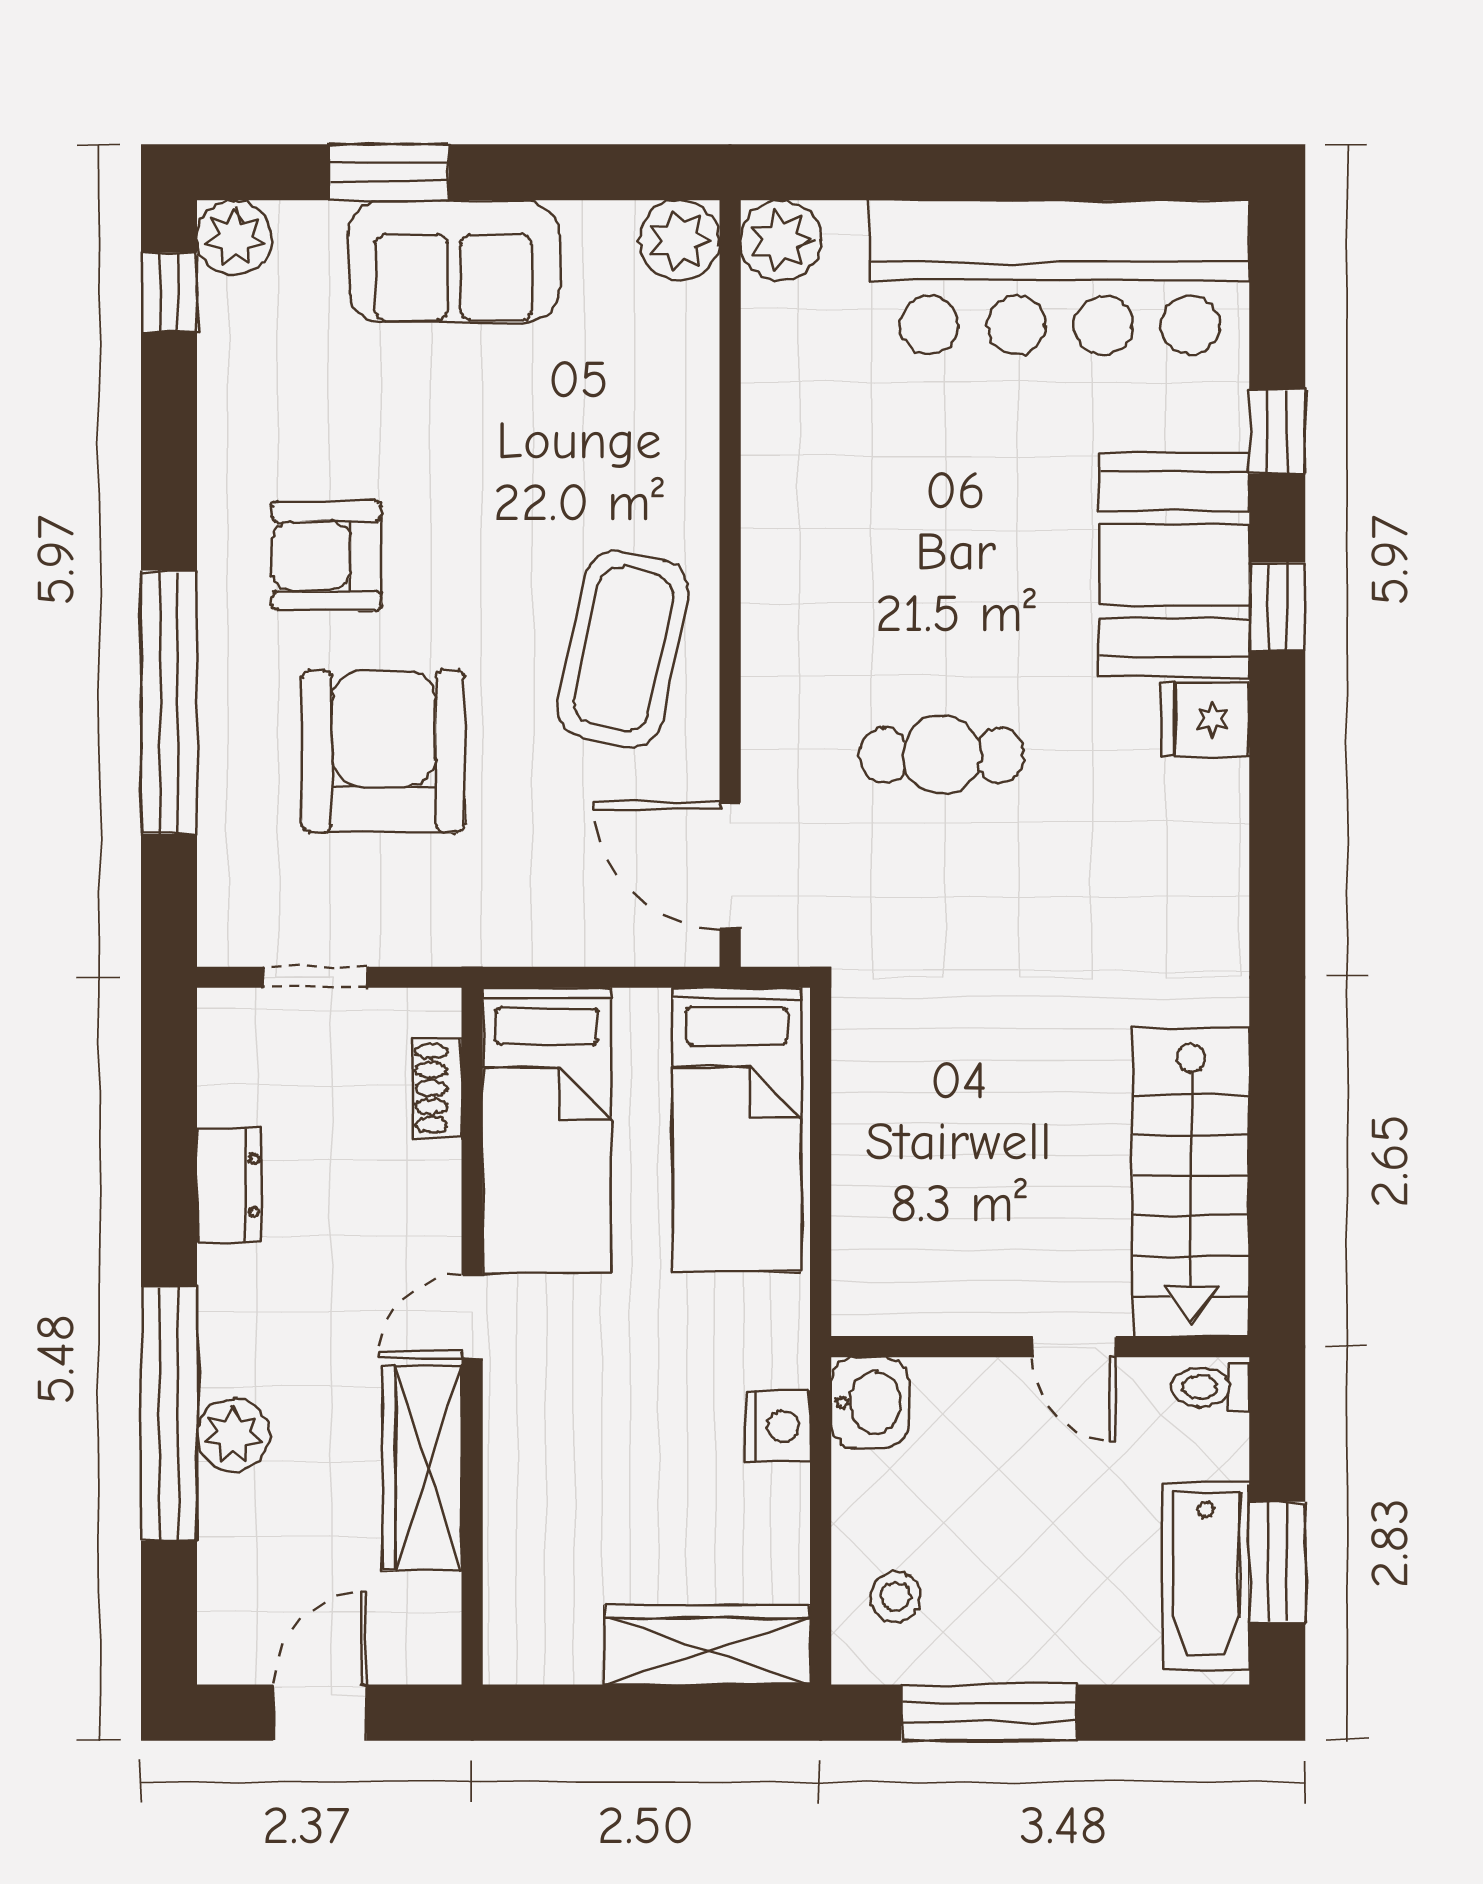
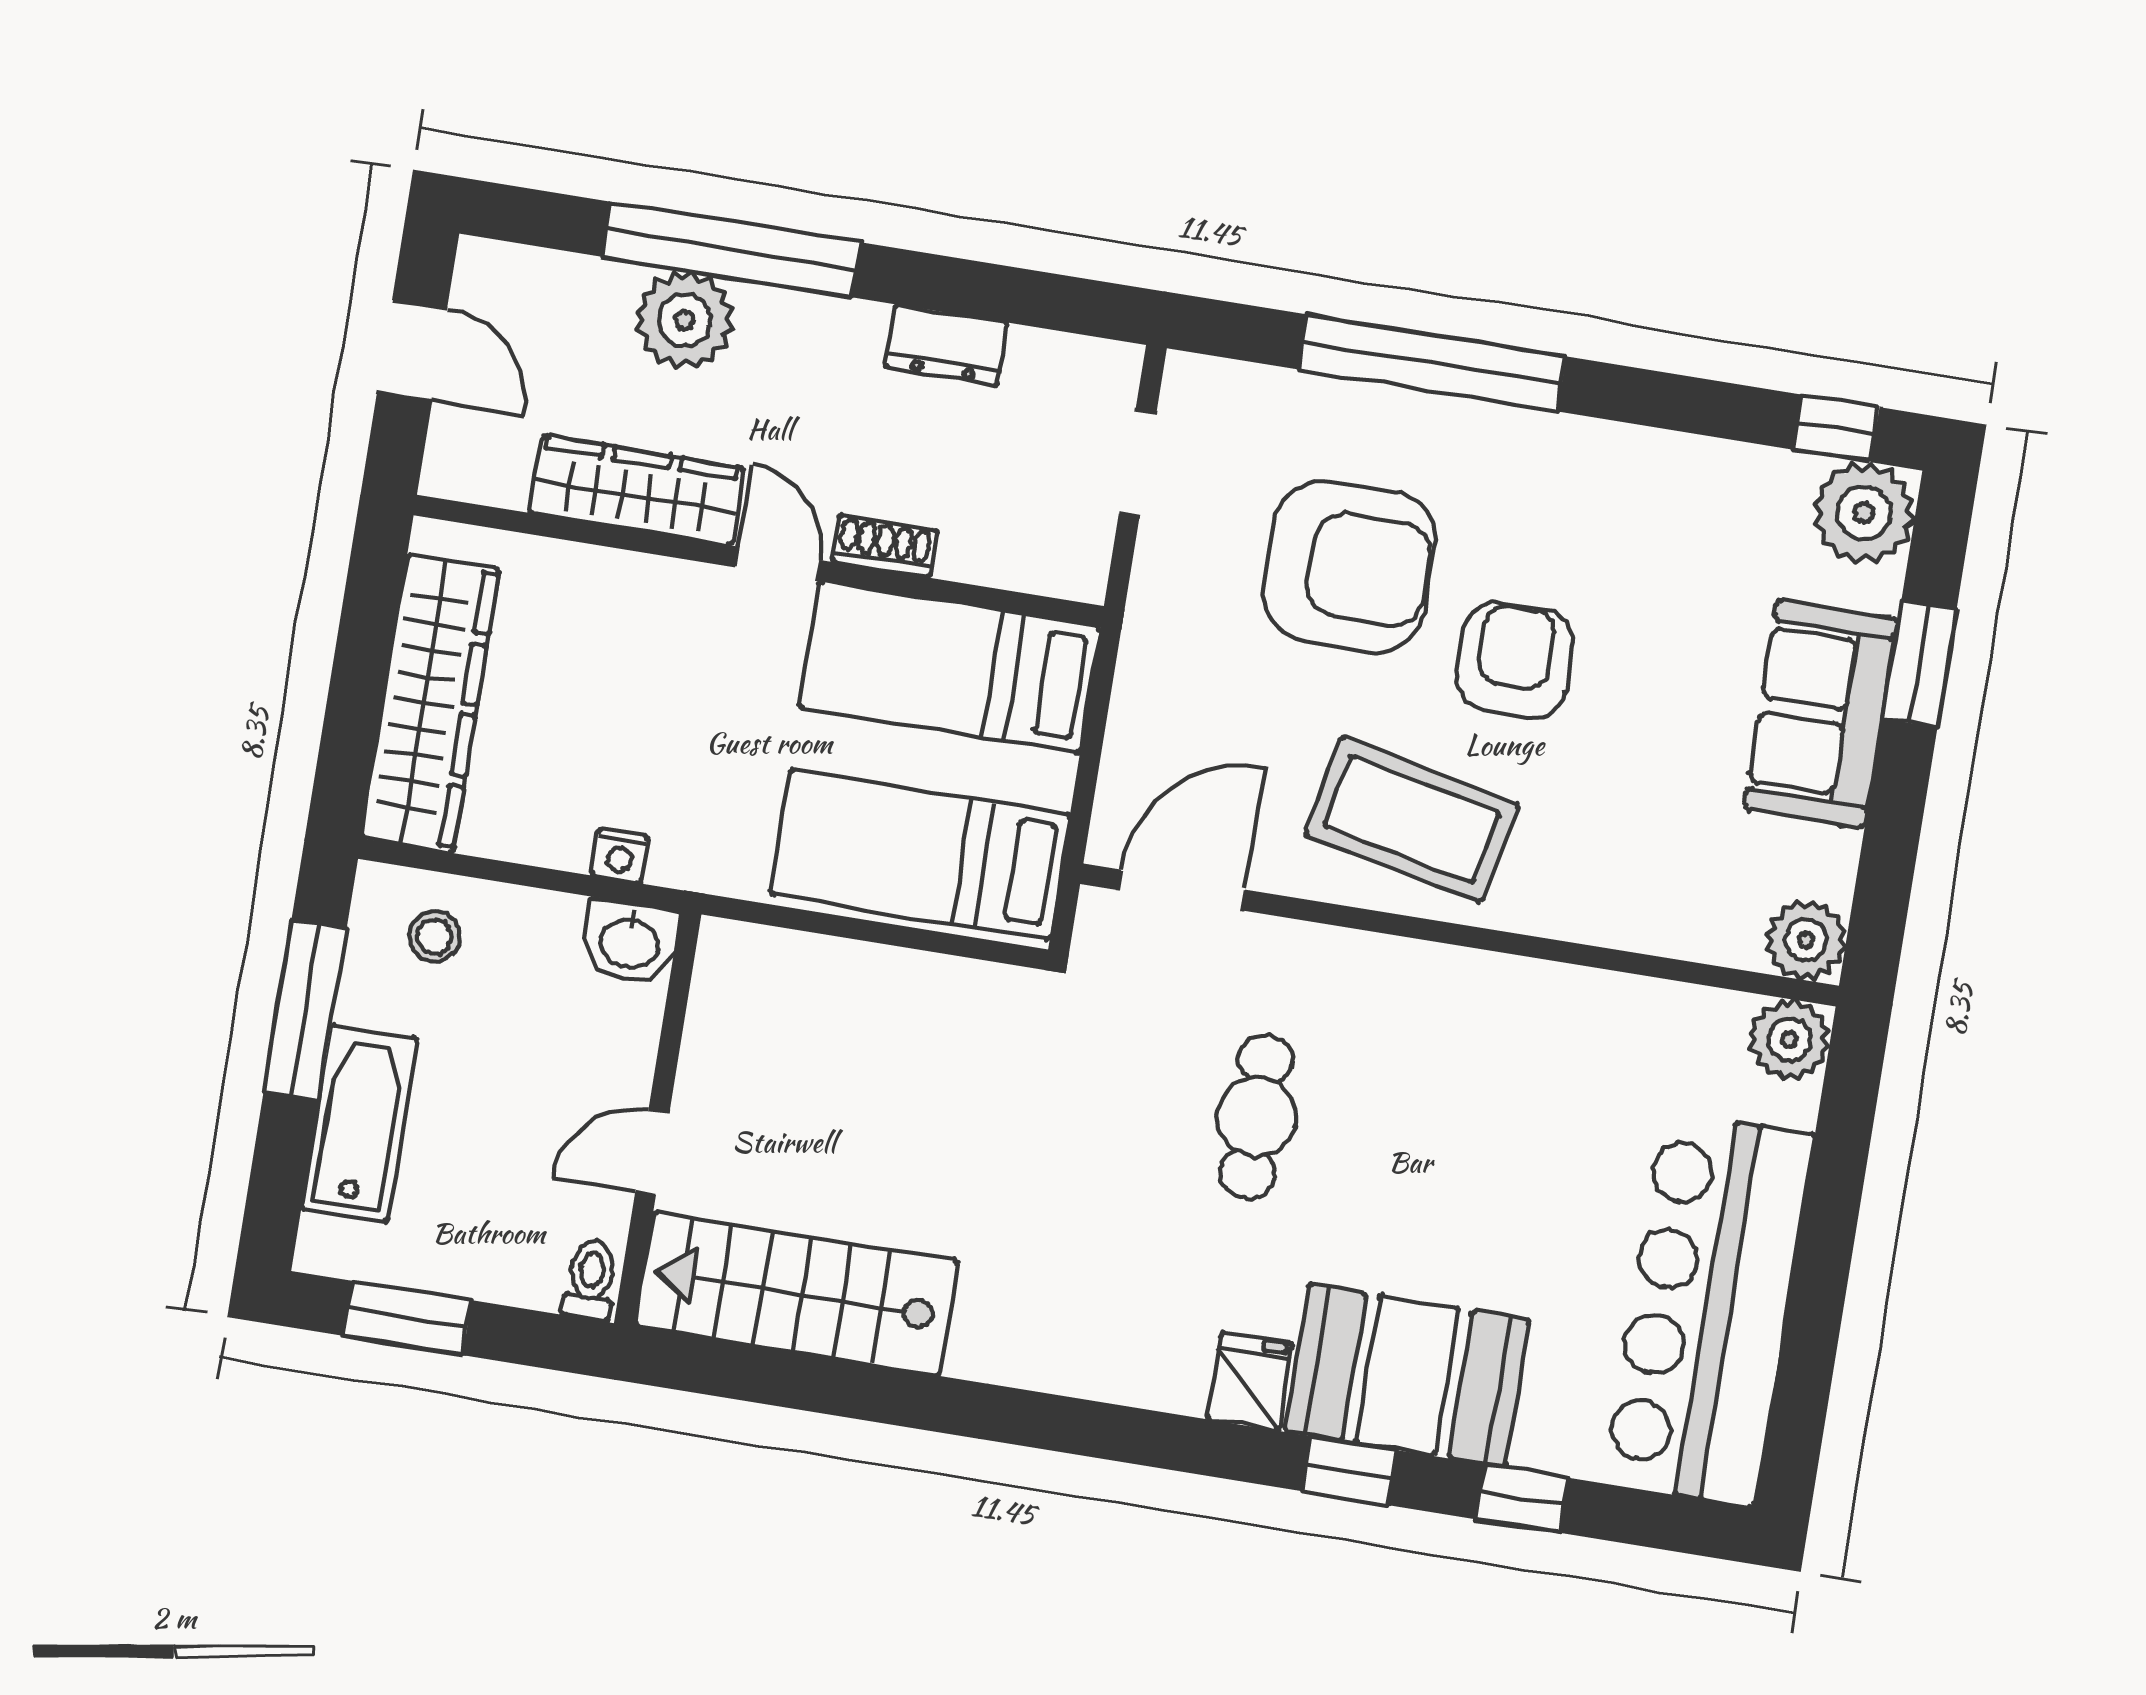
plant: (234, 238) -> (1864, 513), width x1.36, depth x1.36
armchair: (327, 556) -> (1515, 660), moved
shoe rack: (438, 1088) -> (885, 546), moved
nightstand: (778, 1426) -> (620, 856), width x0.72, depth x0.74
plant: (233, 1435) -> (685, 320), width x1.36, depth x1.36
bathtub: (1205, 1577) -> (360, 1123), moved, turned 90
wardrobe: (707, 1645) -> (430, 704), width x1.40, depth x1.17

